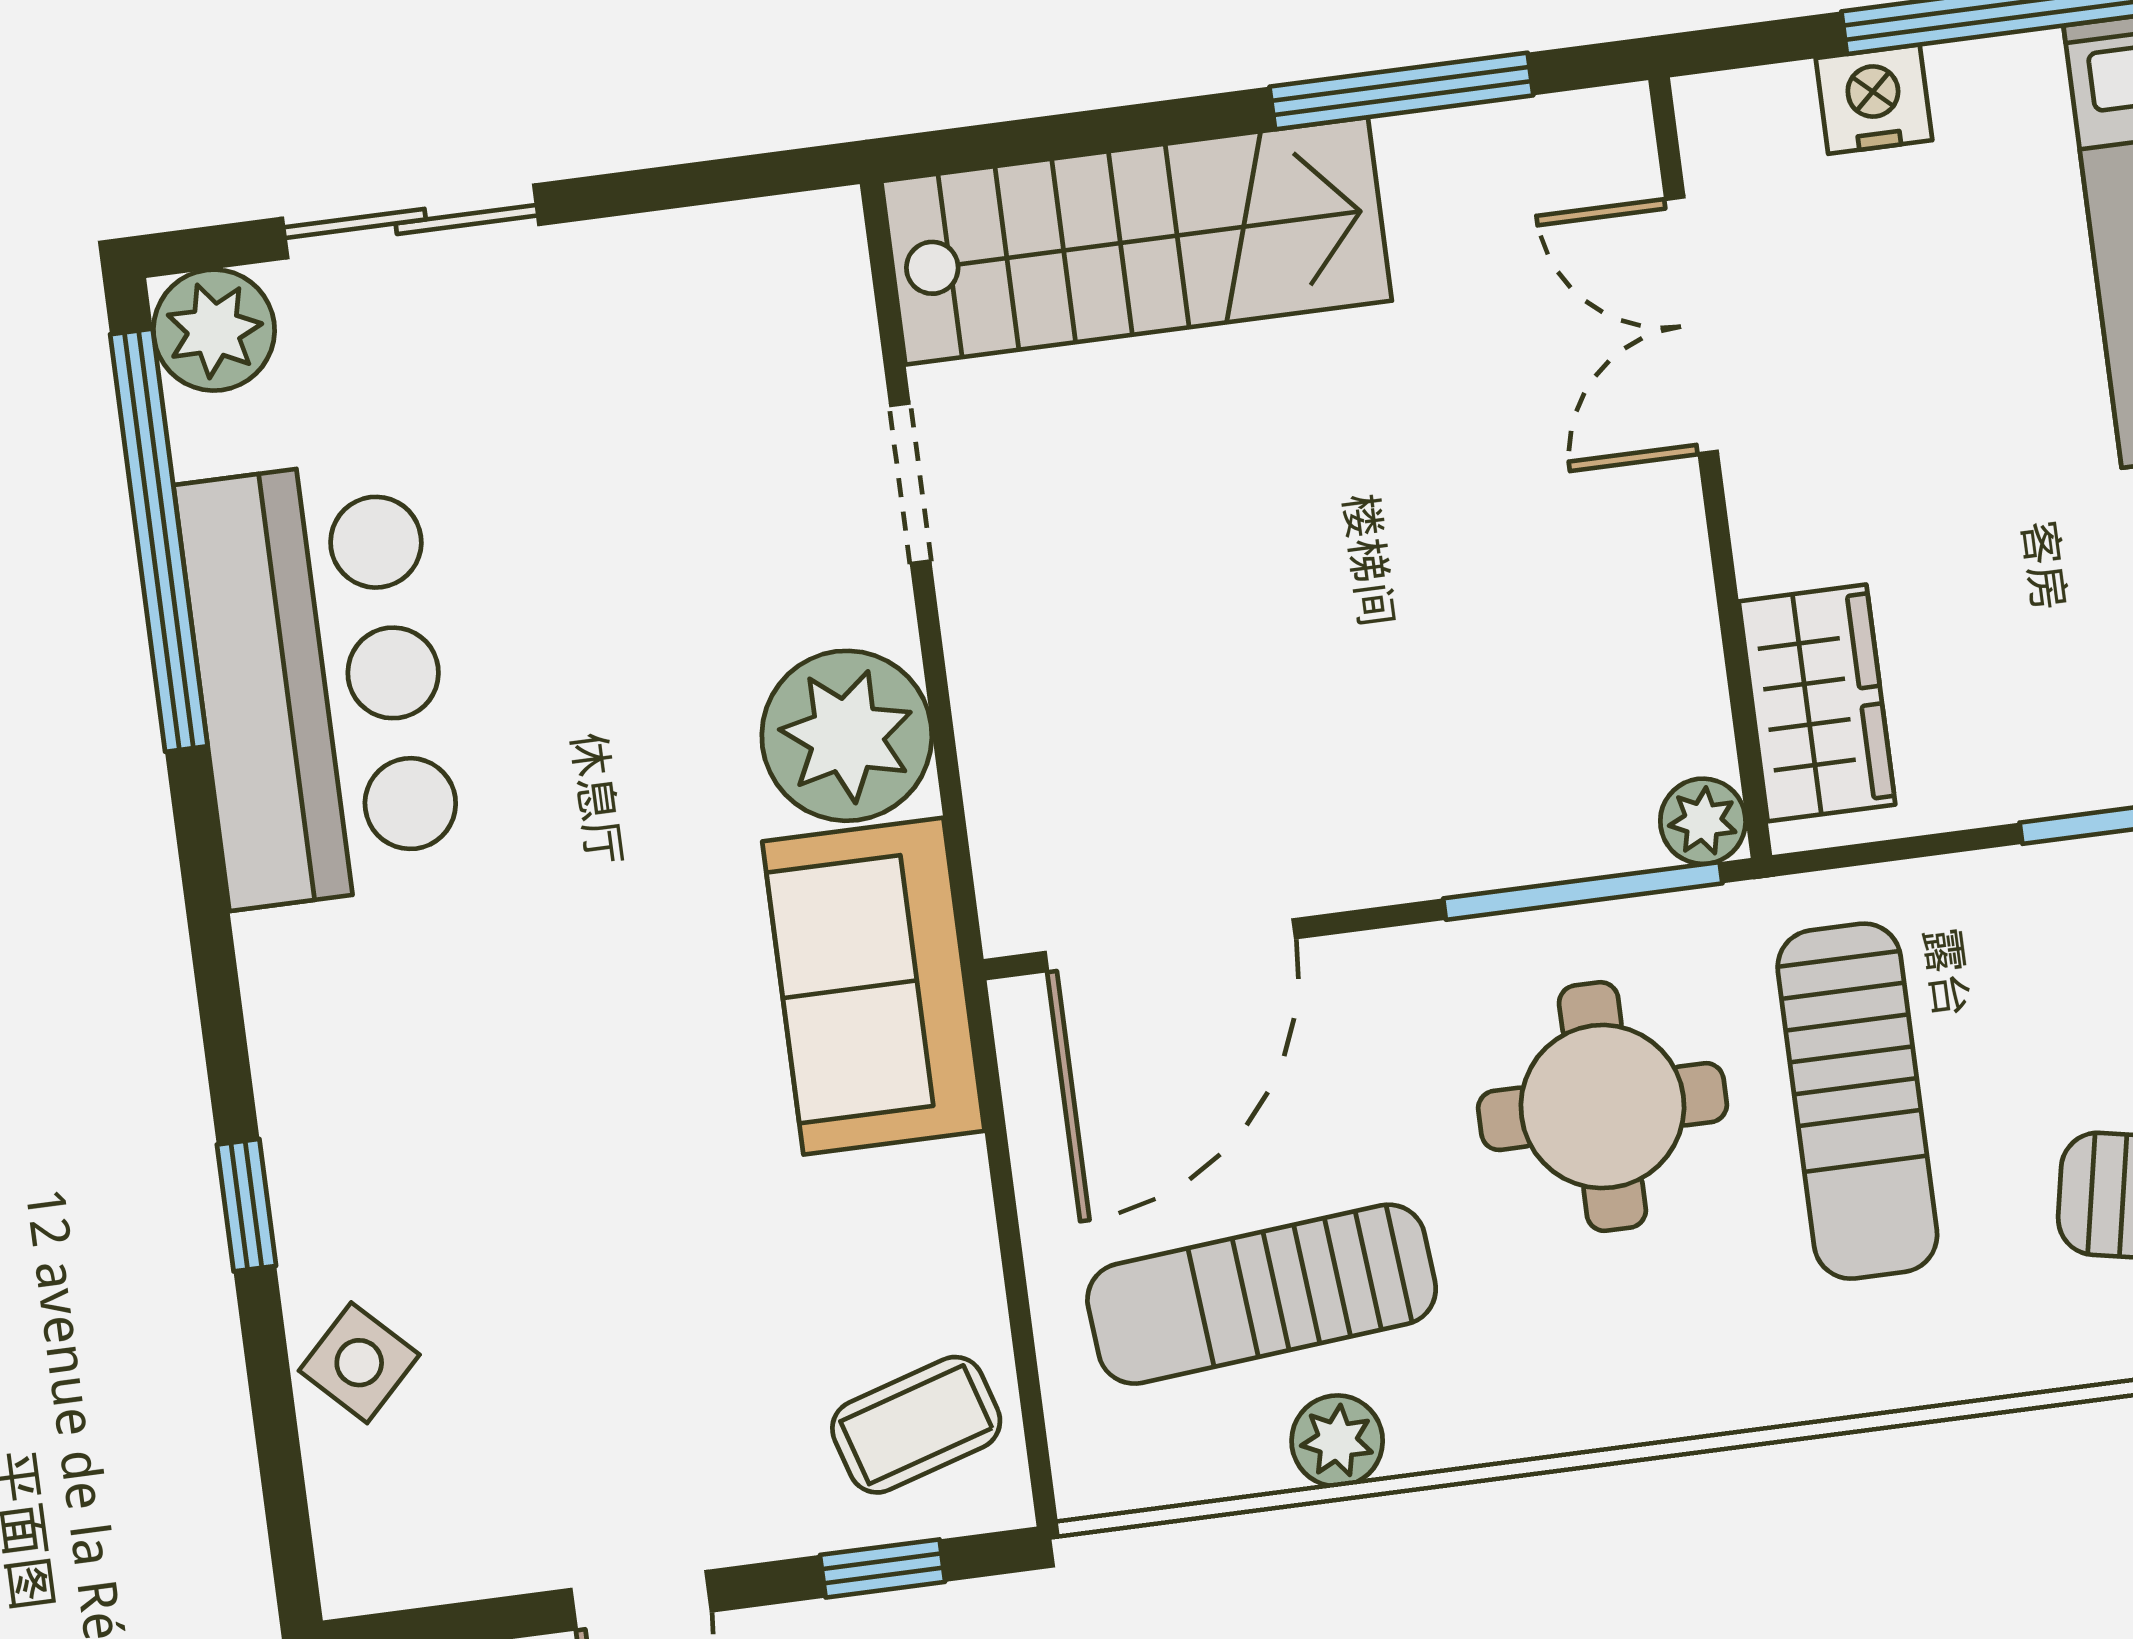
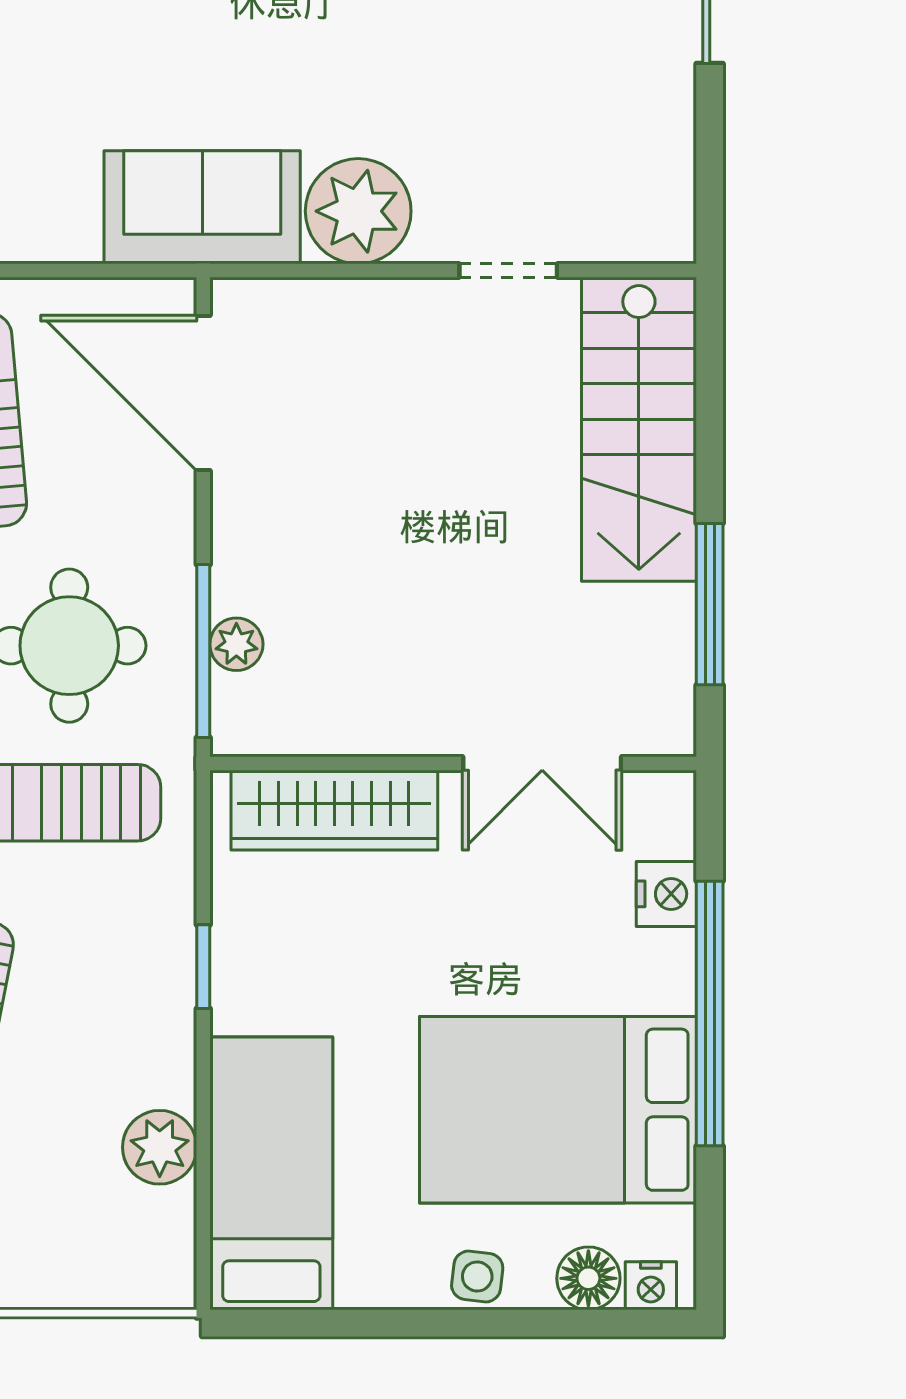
double door: (1691, 325) -> (542, 764), swing flipped
wardrobe: (1817, 703) -> (334, 810), width x1.50
plant: (1703, 821) -> (236, 644), moved

